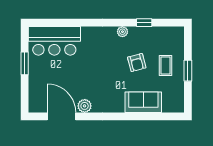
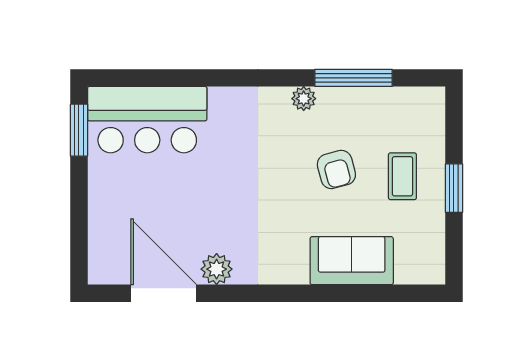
window: (144, 23) -> (353, 78), width x2.17
window: (25, 63) -> (79, 130), moved

